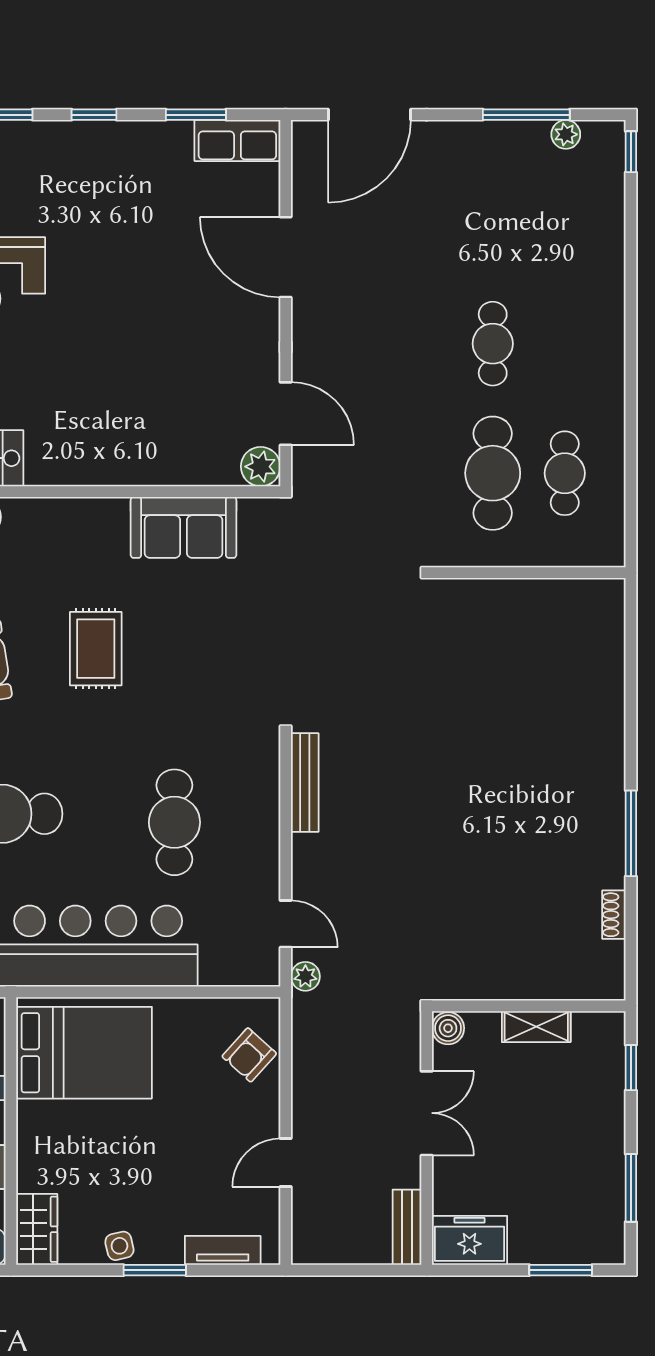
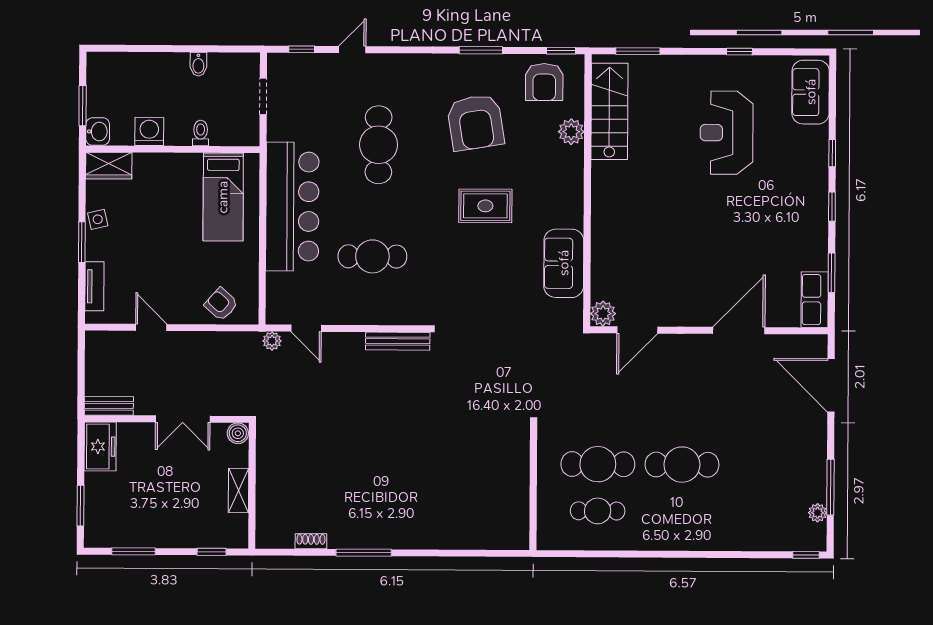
cafe table: (493, 344) -> (682, 465), width x1.37, depth x1.35
door: (286, 924) -> (306, 328), hinge flipped
bed: (84, 1053) -> (223, 197), width x0.67

